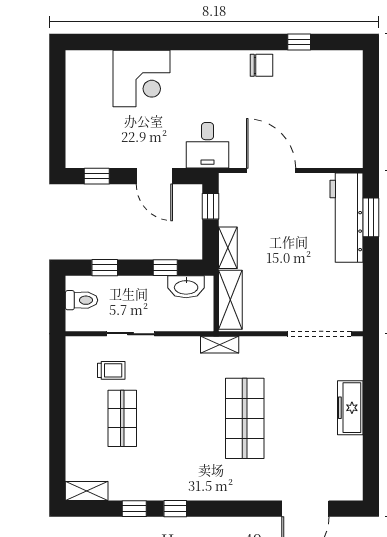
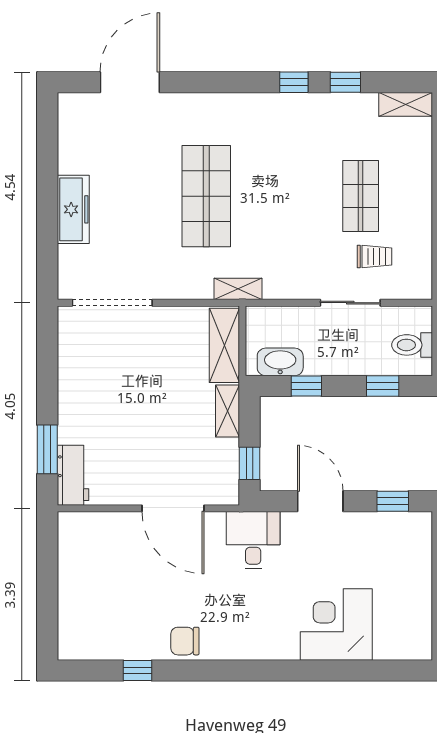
workbench: (346, 218) -> (73, 475), width x0.53, depth x0.76
trolley: (111, 370) -> (375, 256), turned 180

